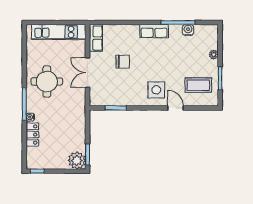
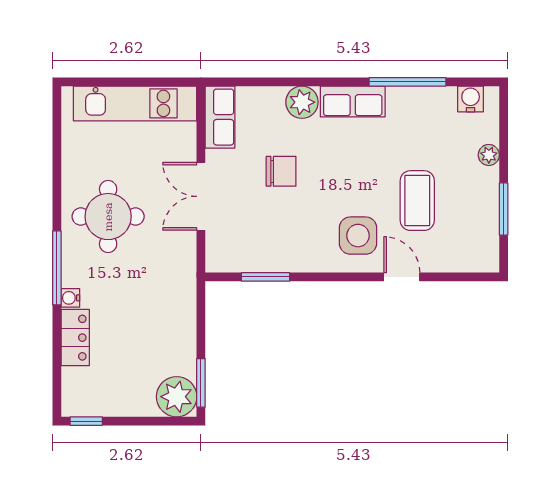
water cooler: (188, 30) -> (471, 99), moved
plant: (132, 31) -> (302, 102), added
coffee table: (198, 85) -> (417, 201), moved, turned 90

